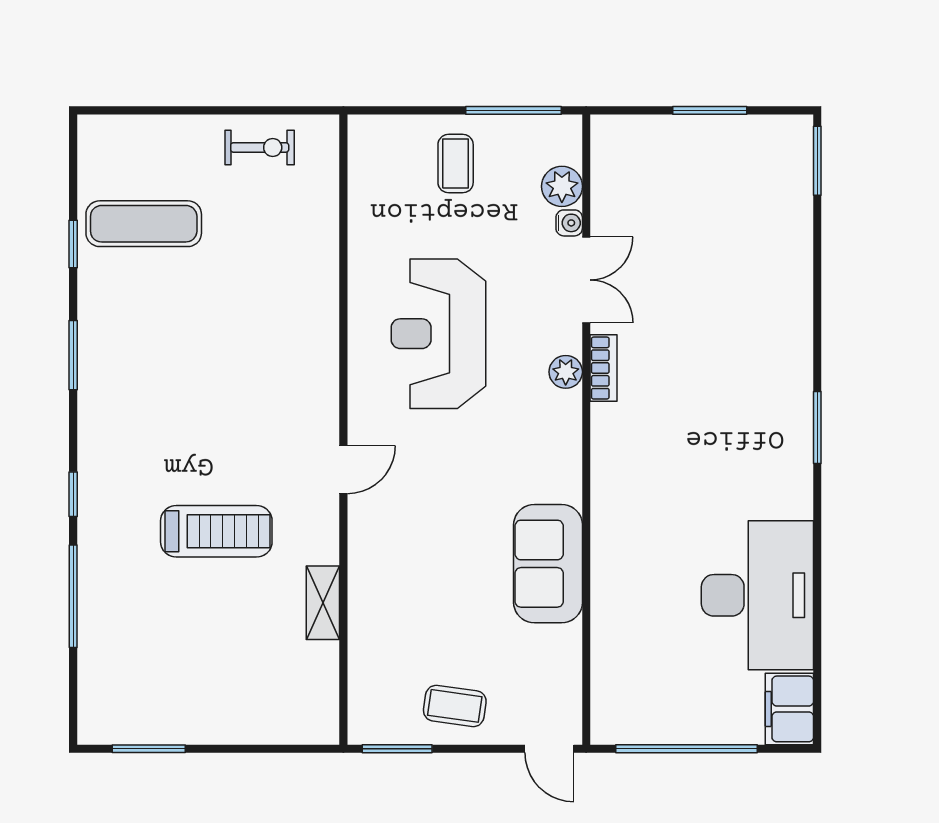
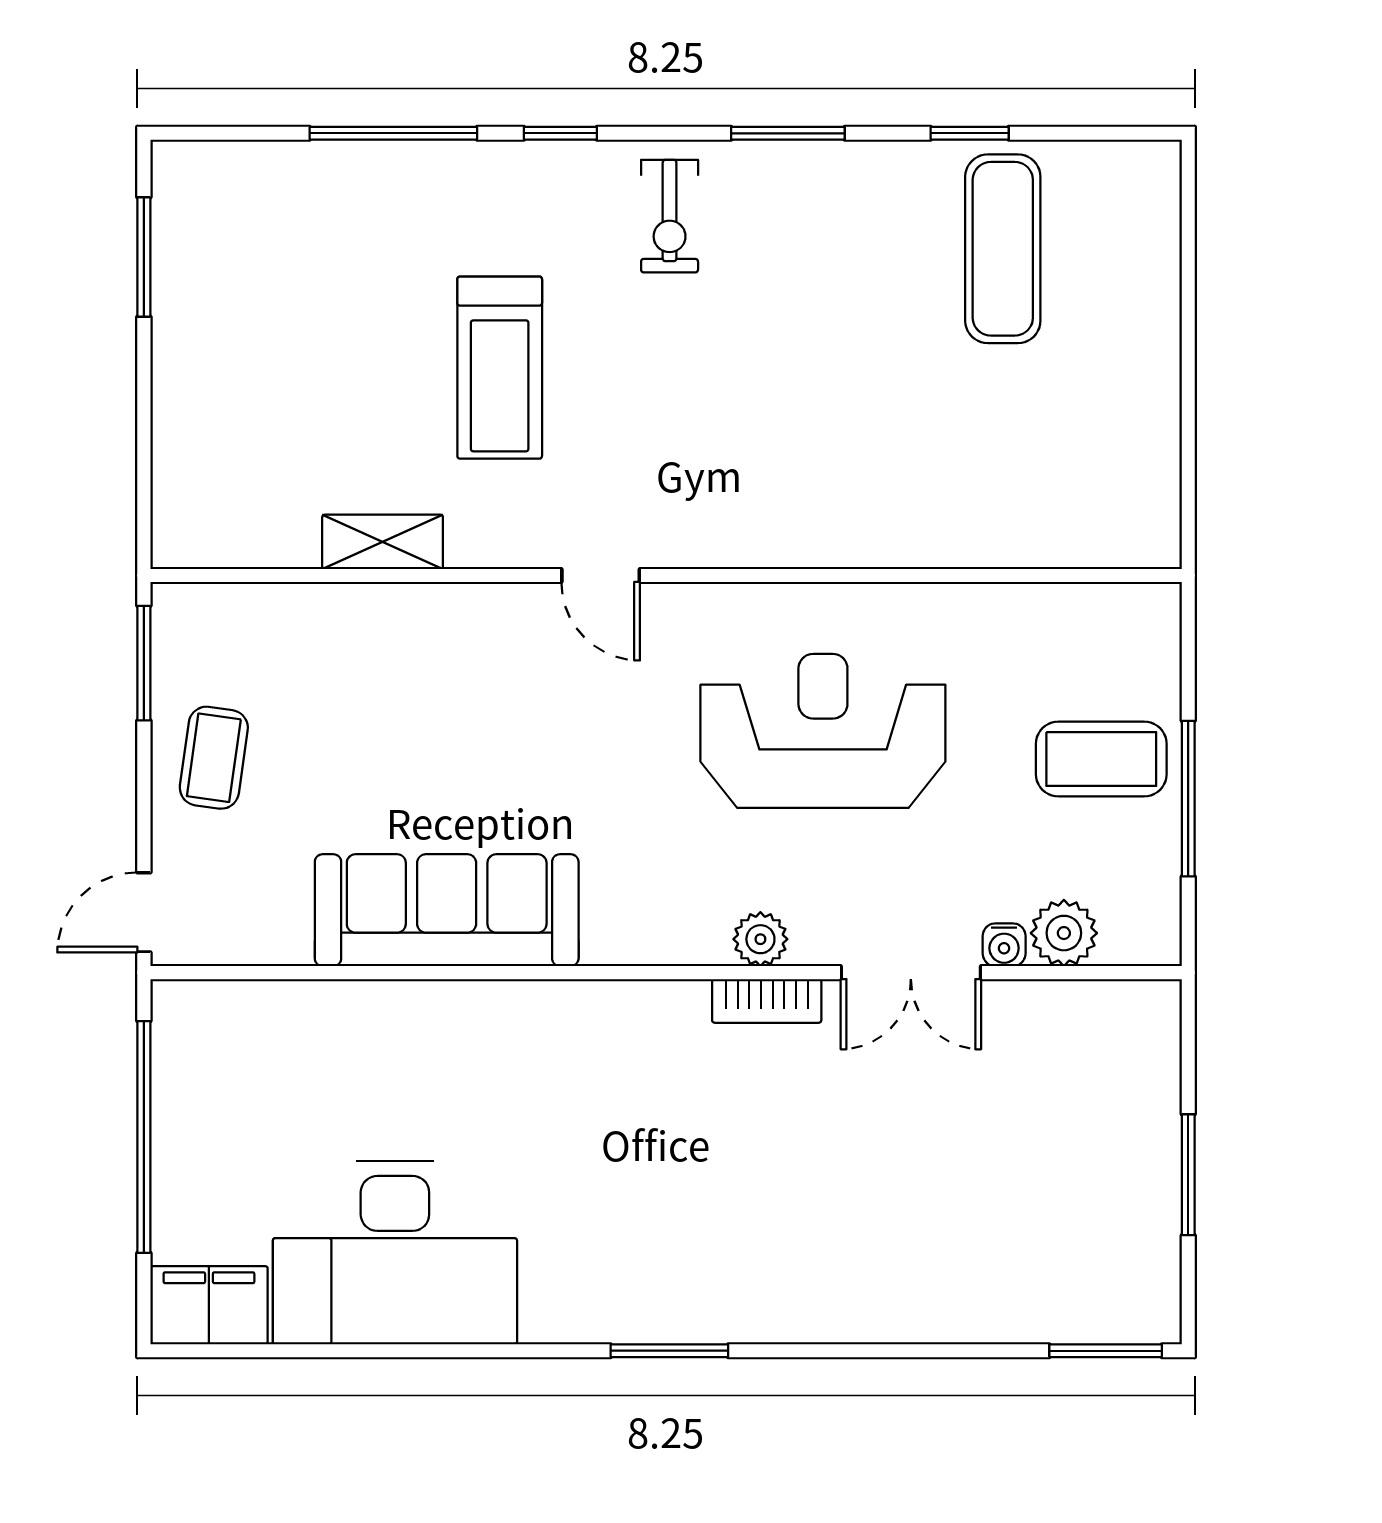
window: (514, 110) -> (1188, 799), moved
exercise bike: (260, 147) -> (670, 216), moved
coffee table: (456, 164) -> (1101, 759), width x1.36, depth x1.30
sofa: (548, 564) -> (447, 910), width x1.36

